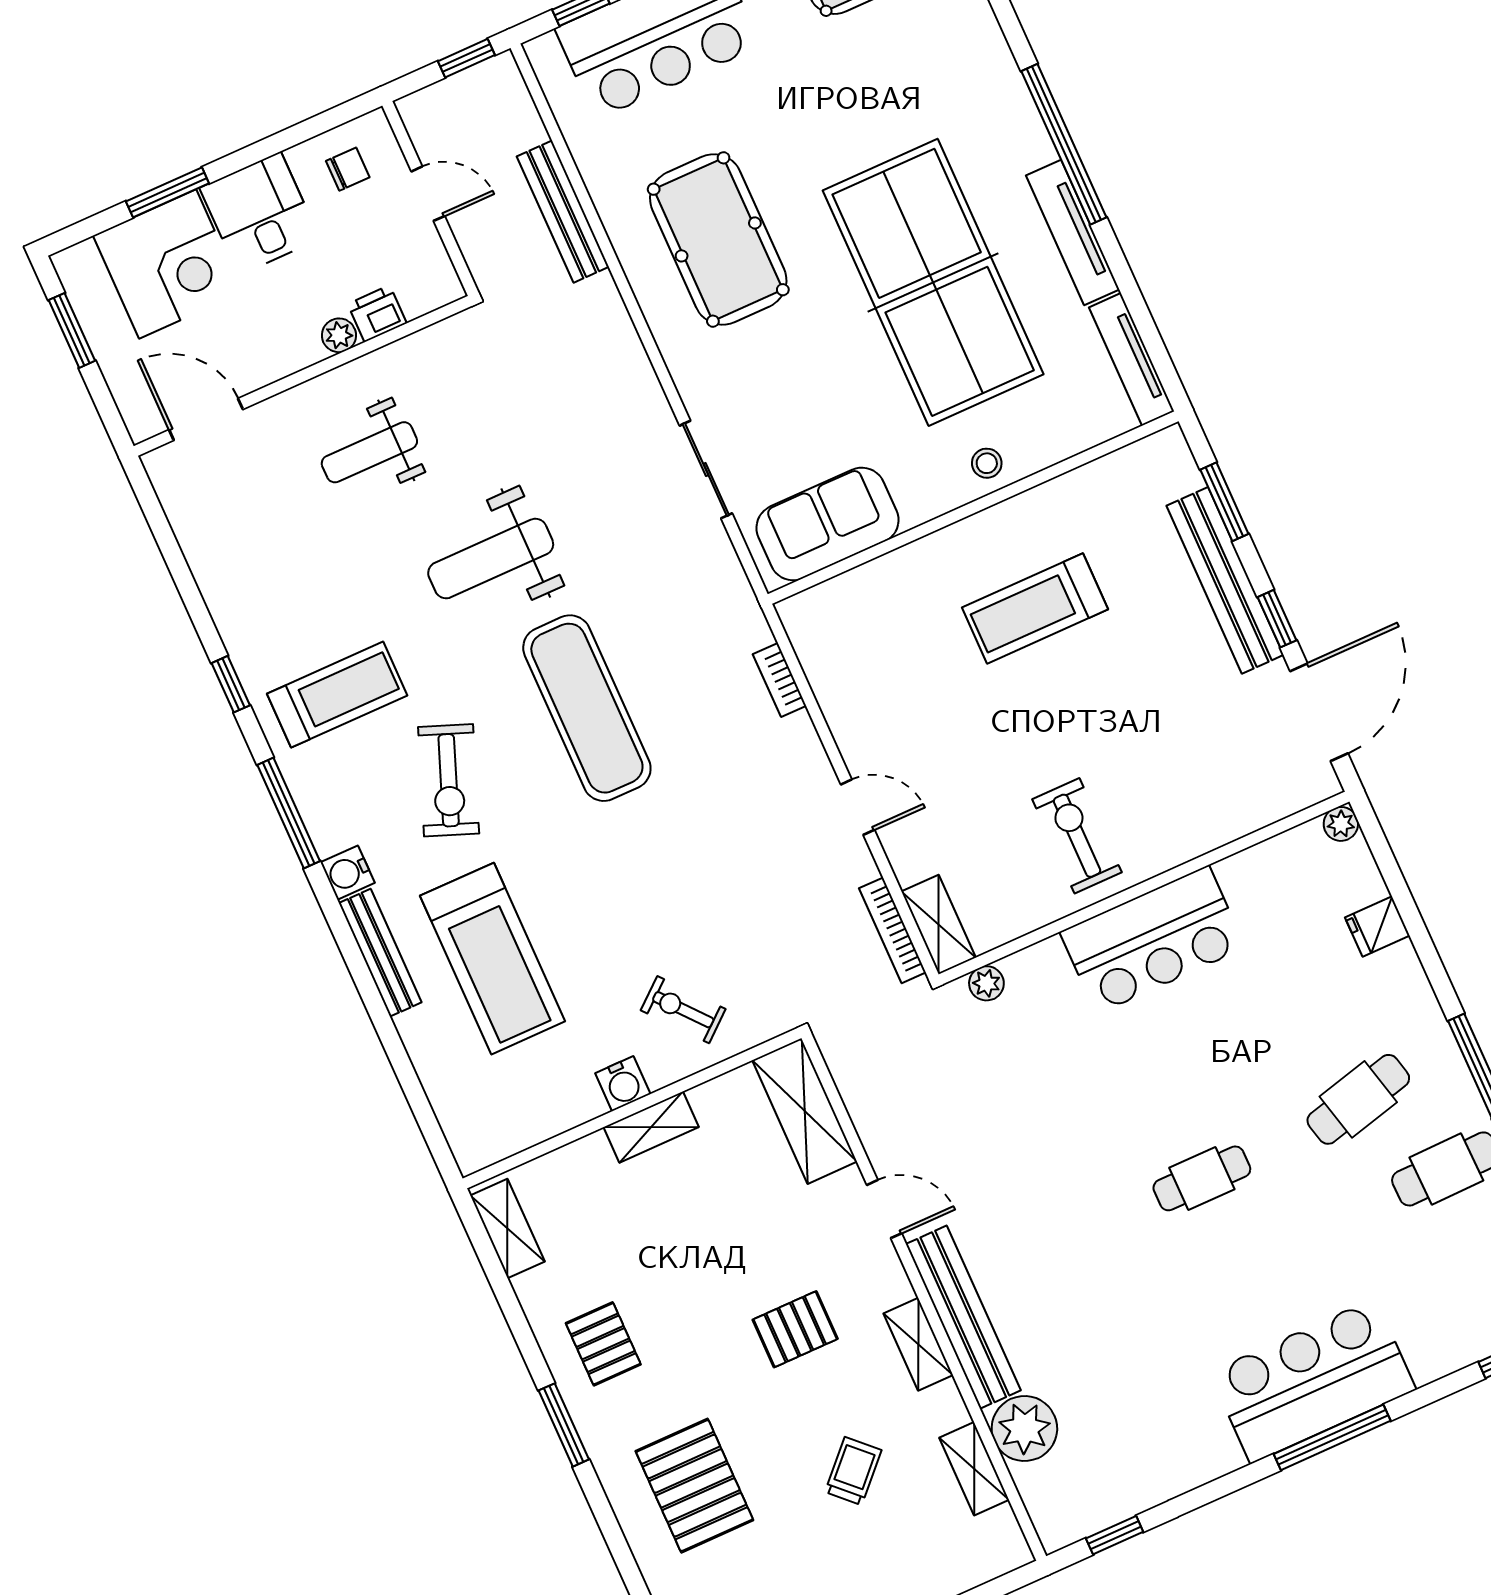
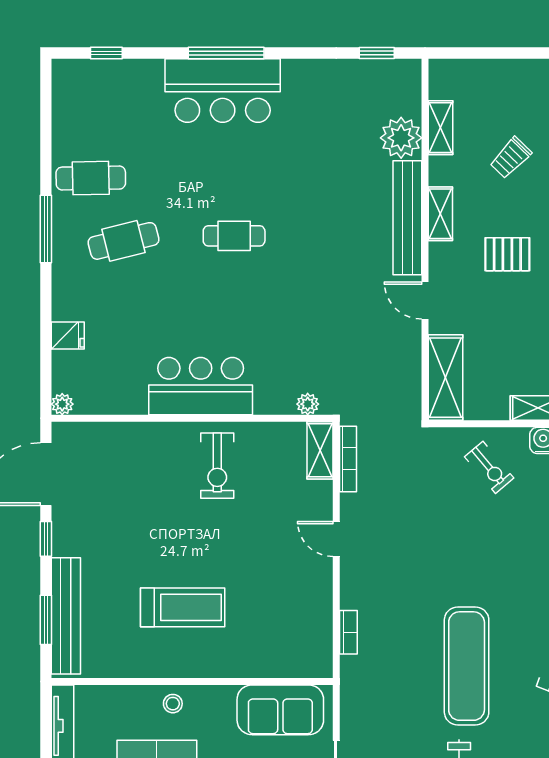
bench: (1225, 580) -> (66, 616), moved

